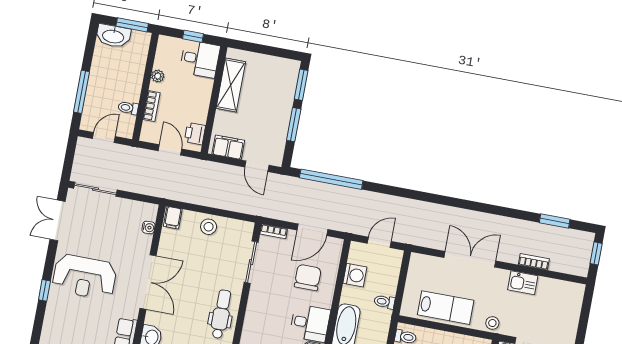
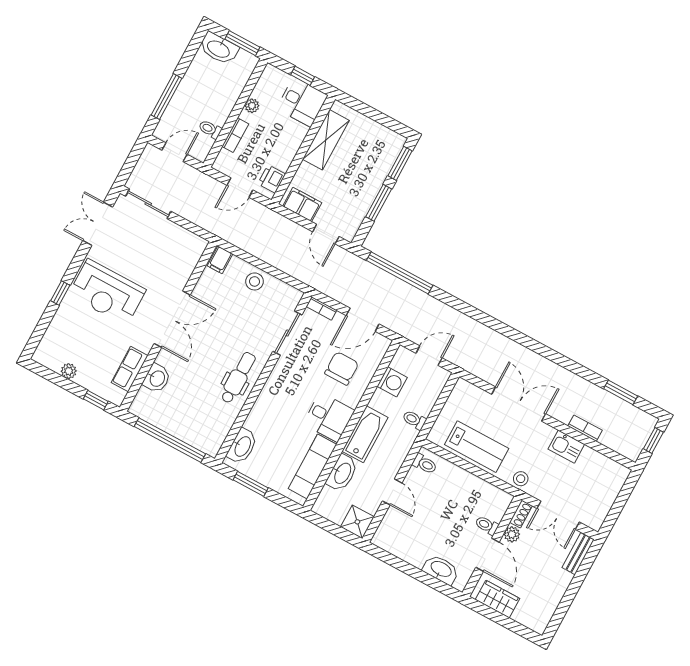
door: (170, 150) -> (240, 188), swing flipped
water cooler: (148, 227) -> (191, 262), removed

